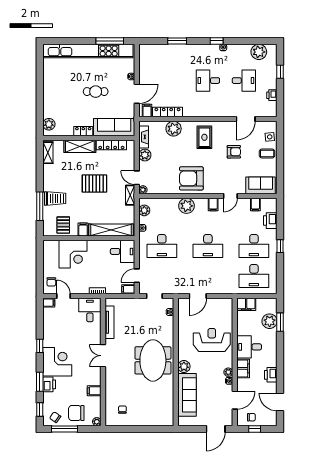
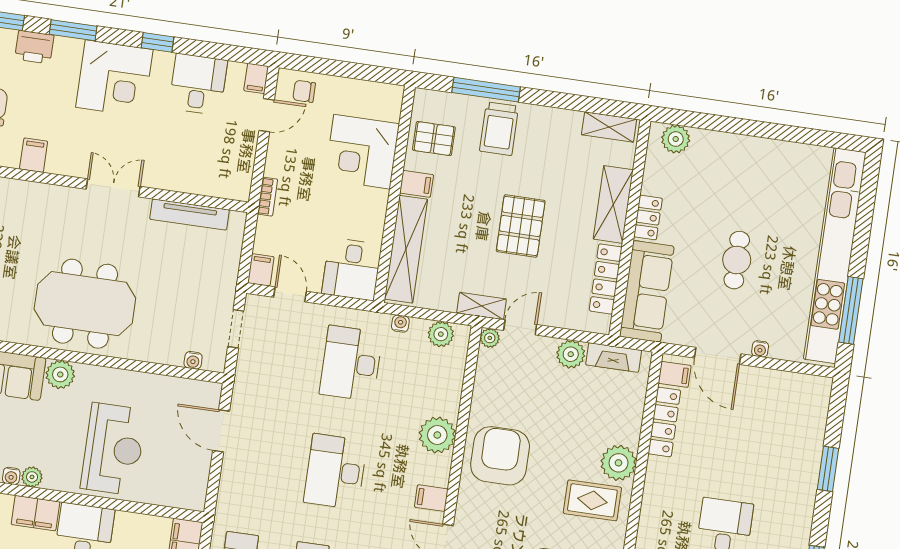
plant: (174, 129) -> (618, 463), moved
desk: (90, 310) -> (198, 84), moved, turned -90
printer: (49, 384) -> (34, 47), moved

